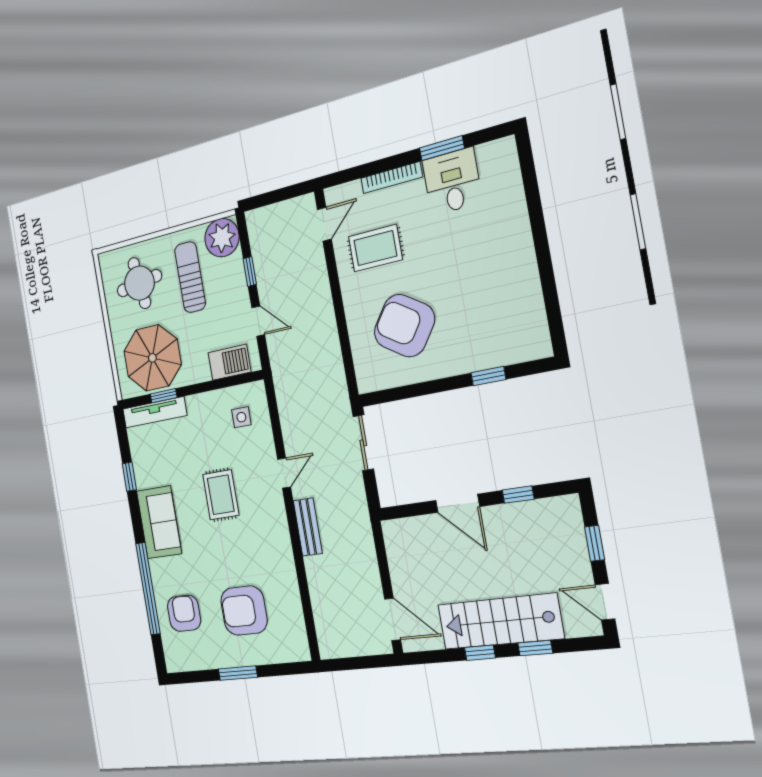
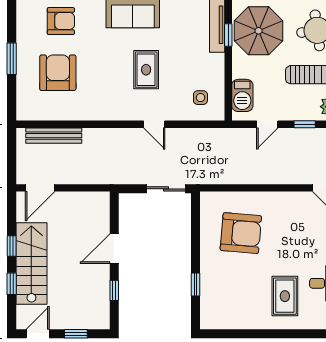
rug: (375, 248) -> (285, 296), moved
armchair: (404, 326) -> (241, 233), turned 61
rug: (221, 495) -> (146, 70), turned 90
bench: (308, 527) -> (54, 136), moved, width x1.36

